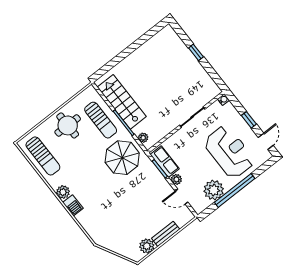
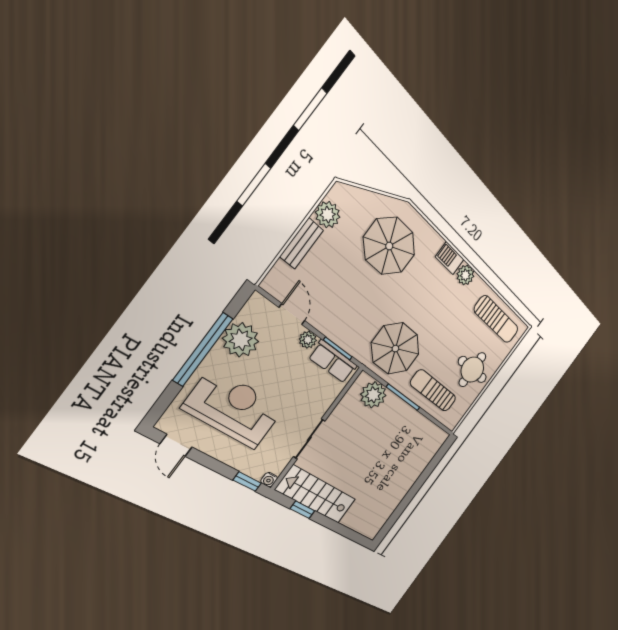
window: (196, 52) -> (302, 510), moved
stairs: (122, 102) -> (316, 495), moved, turned 180
window: (249, 120) -> (247, 482), moved
plant: (143, 138) -> (373, 395), width x1.87, depth x1.87
reception desk: (229, 152) -> (234, 409), turned 180
sun lounger: (43, 156) -> (496, 319), turned 180
door: (182, 197) -> (292, 314), hinge flipped
parasol: (113, 221) -> (389, 246), added

